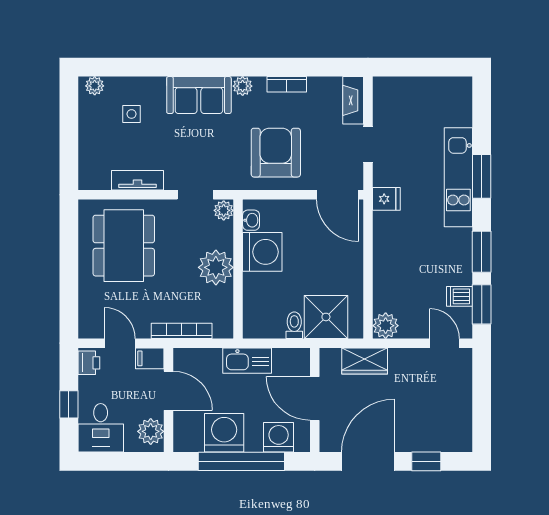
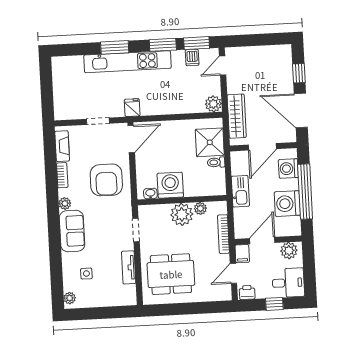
fireplace: (353, 100) -> (62, 146), moved, turned -90
armchair: (276, 153) -> (106, 180), turned -90
kitchen unit: (458, 177) -> (127, 62), width x1.36
plant: (224, 210) -> (200, 208), moved
wardrobe: (365, 361) -> (237, 116), width x1.50

